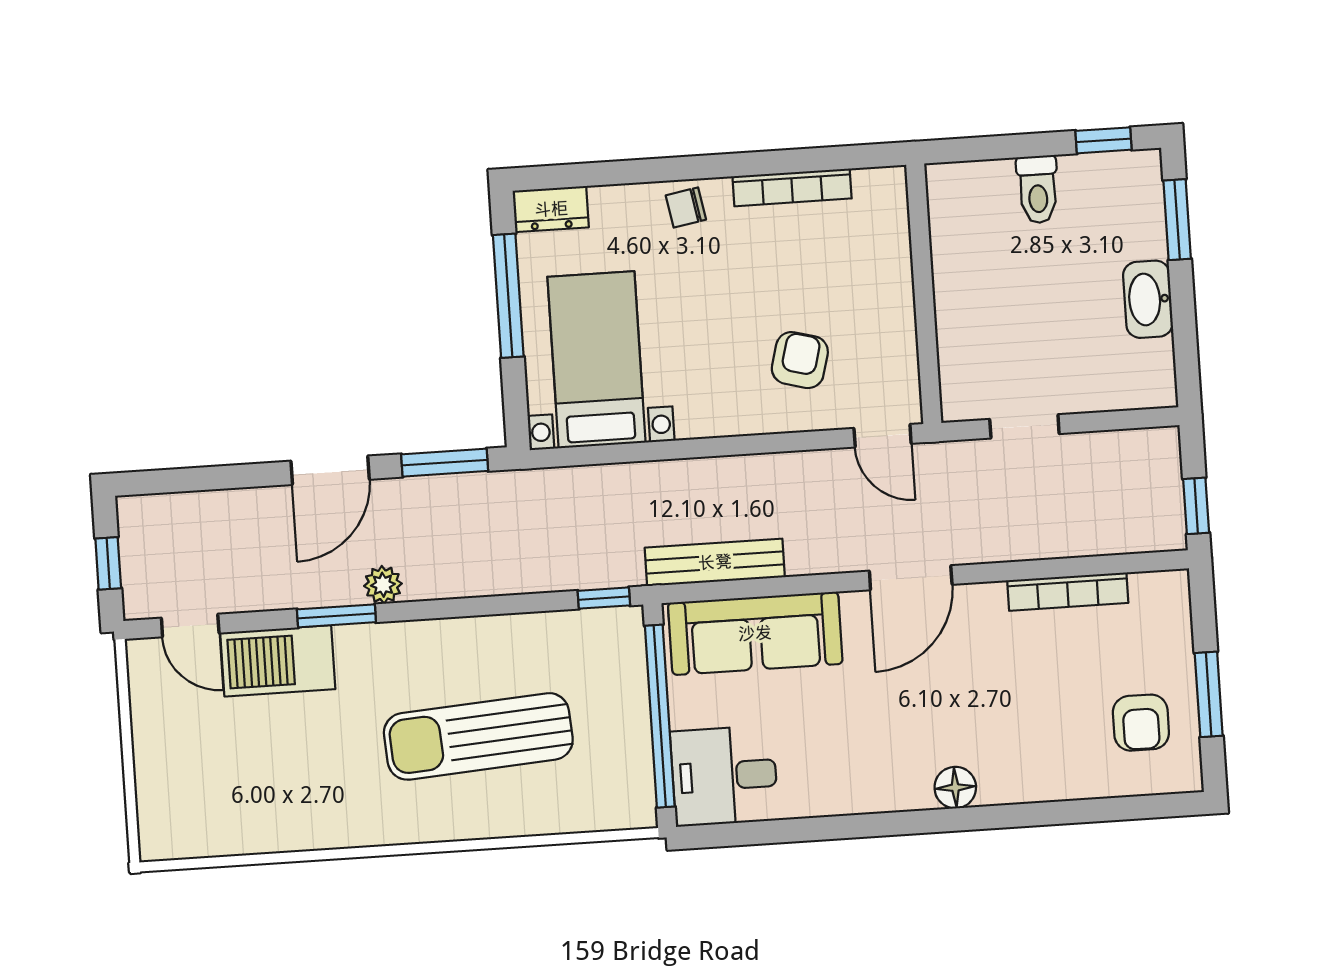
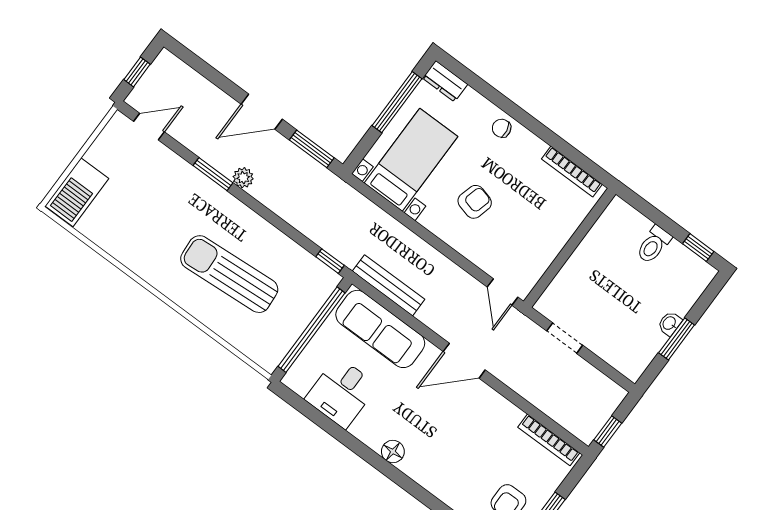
bookcase: (792, 187) -> (572, 172), moved
window: (1177, 220) -> (677, 339), moved
washbasin: (1148, 299) -> (670, 323), width x0.52, depth x0.69
armchair: (800, 360) -> (475, 202), moved
bookcase: (1068, 592) -> (549, 440), moved
door: (190, 626) -> (149, 127), swing flipped
barbecue: (278, 661) -> (77, 192), moved, turned -90
desk: (724, 776) -> (341, 392), moved, turned -90
floor lamp: (955, 788) -> (393, 452), moved

